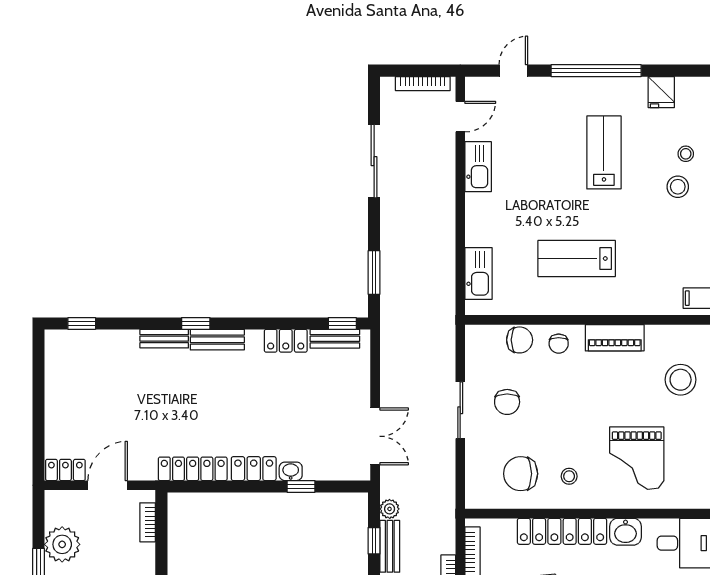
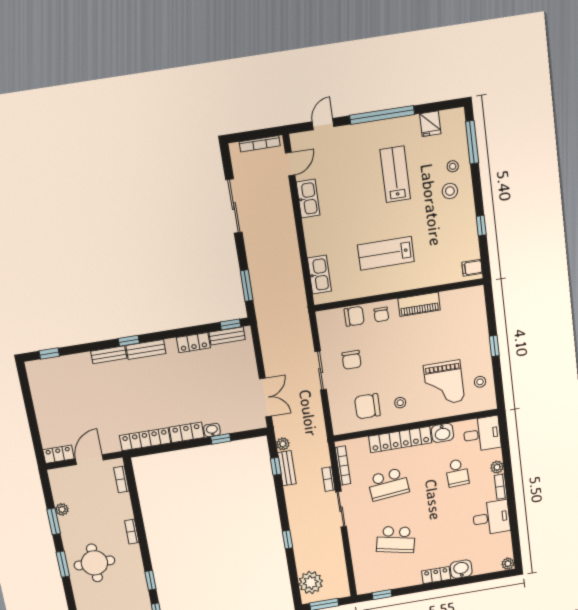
stool: (681, 380) -> (480, 382), moved, width x0.53, depth x0.53
plant: (62, 544) -> (62, 509), width x0.53, depth x0.53

